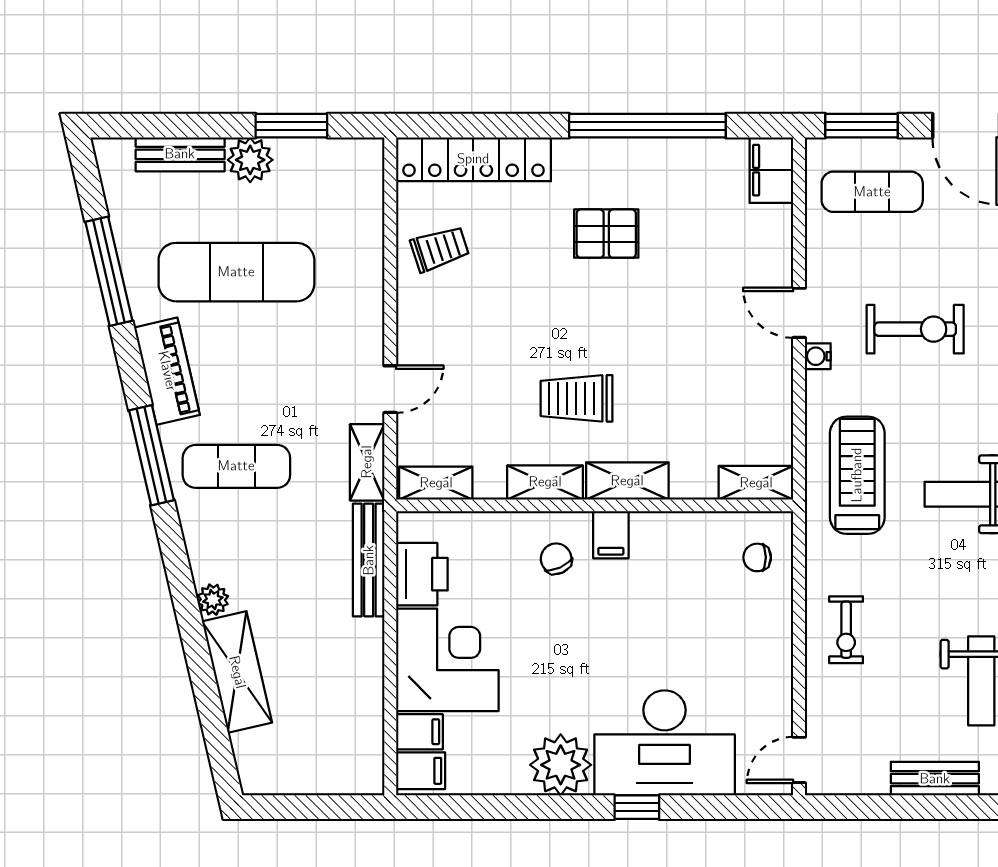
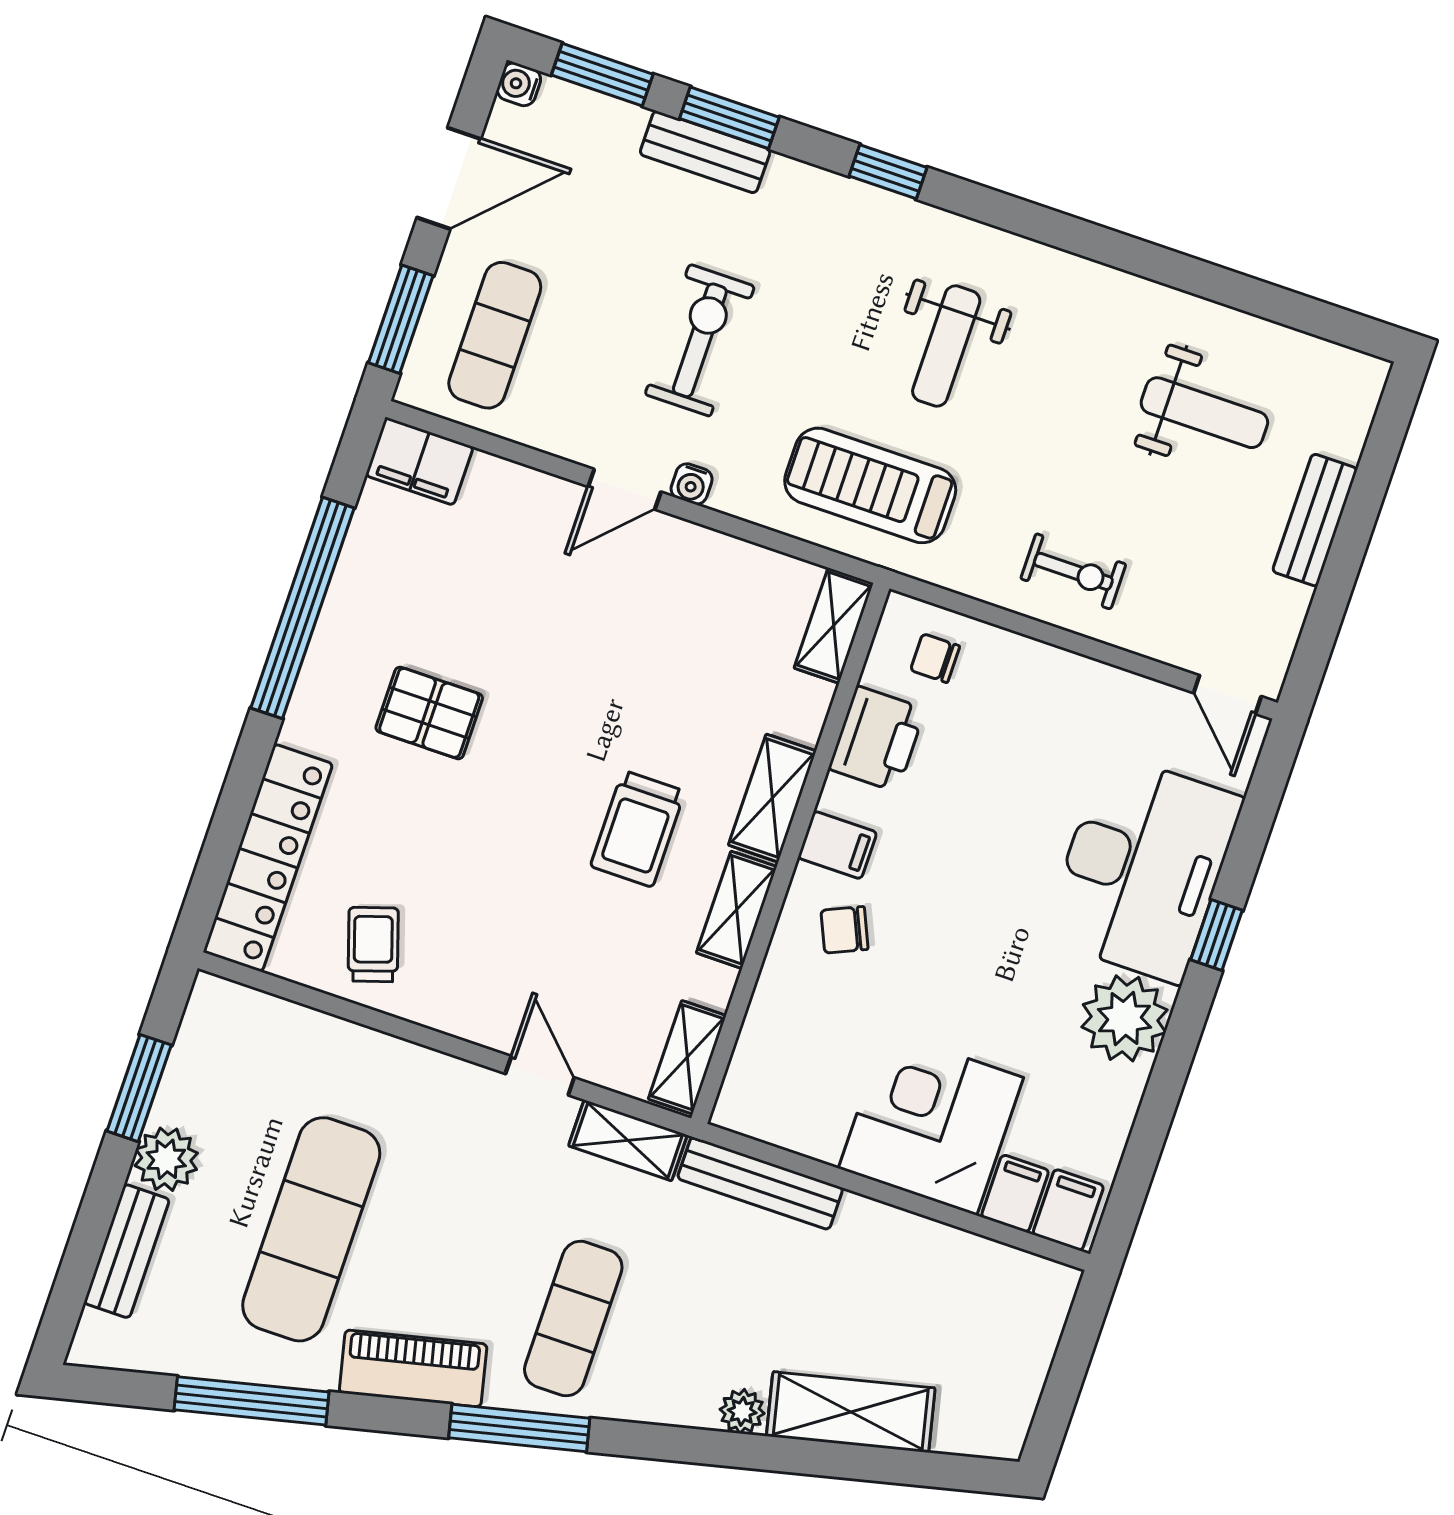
pallet: (606, 234) -> (429, 713), turned 90
chair: (757, 557) -> (935, 658), turned 90
printer: (422, 574) -> (877, 739), moved, turned 90

